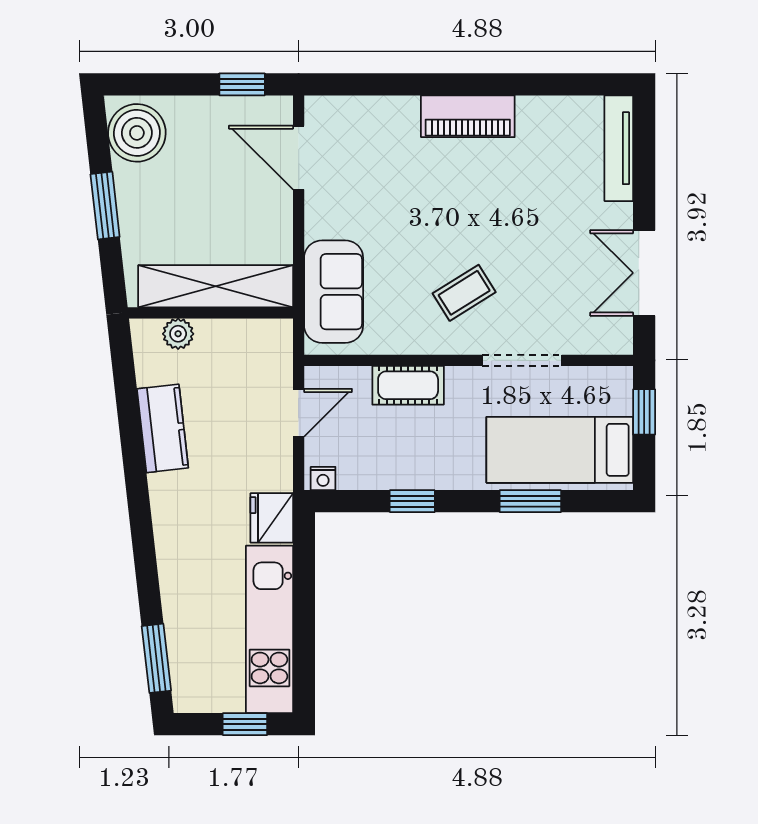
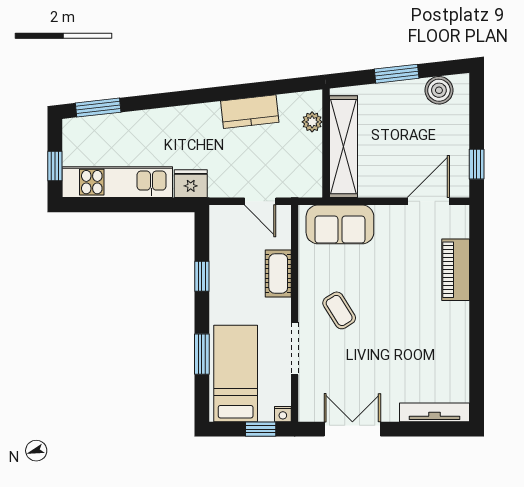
piano: (468, 116) -> (456, 270), moved
boiler: (137, 133) -> (439, 90), width x0.73, depth x0.73
nightstand: (323, 478) -> (283, 414), moved, turned -90

